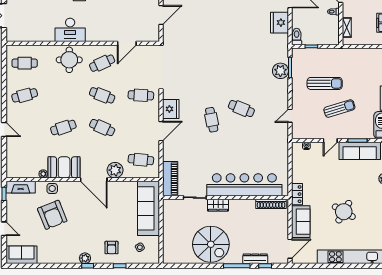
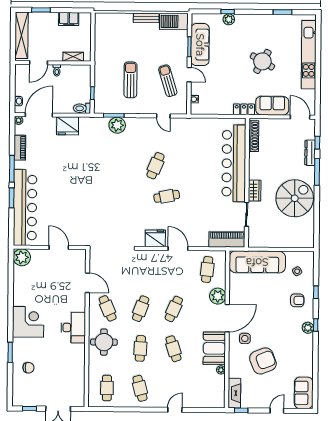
desk: (70, 30) -> (73, 328), moved
cafe table: (141, 95) -> (140, 348), moved
sun lounger: (339, 109) -> (168, 81), moved
side table: (52, 189) -> (245, 338), moved

